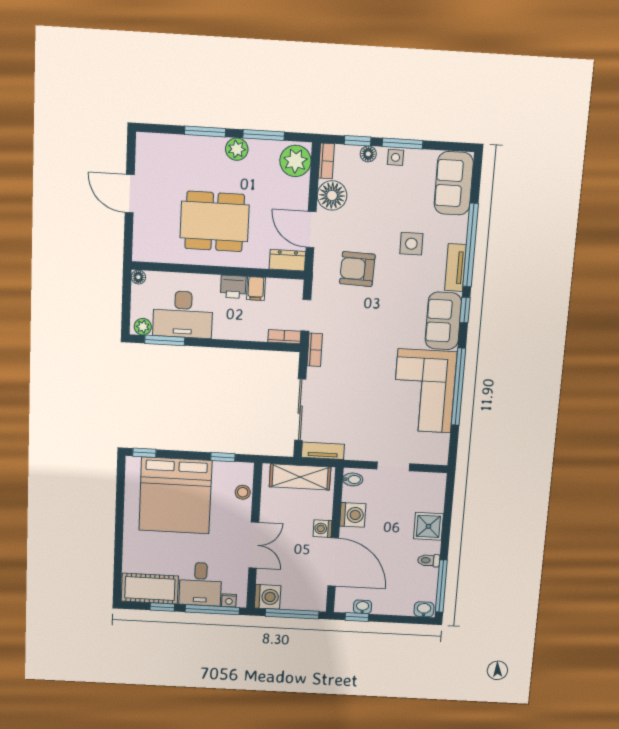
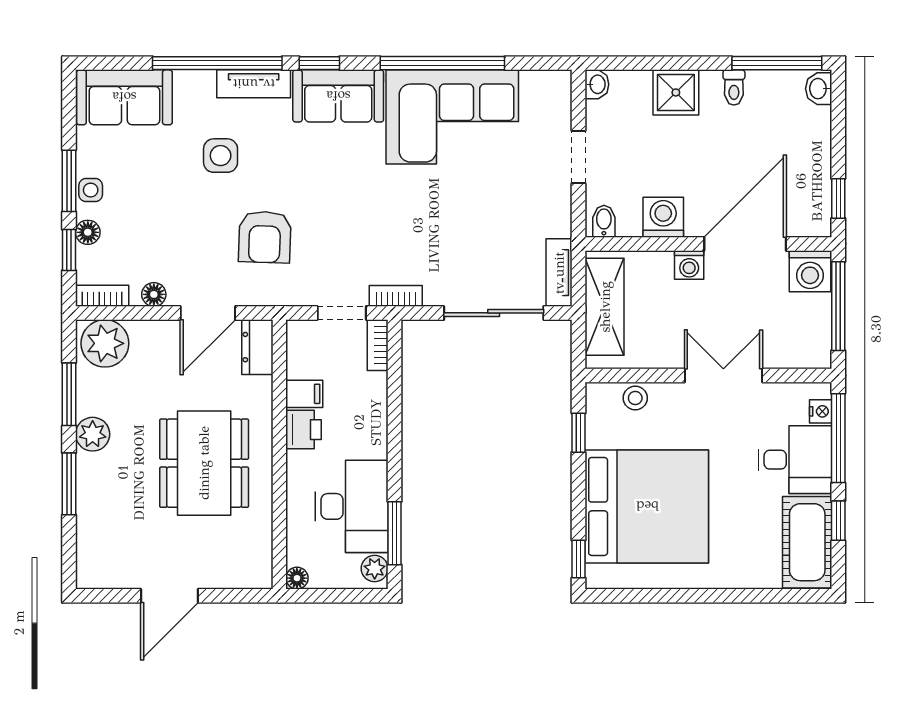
floor lamp: (332, 195) -> (154, 294), width x0.53, depth x0.53
washing machine: (268, 597) -> (810, 271), moved, turned 180
washbasin: (362, 607) -> (597, 84), moved, turned 180

